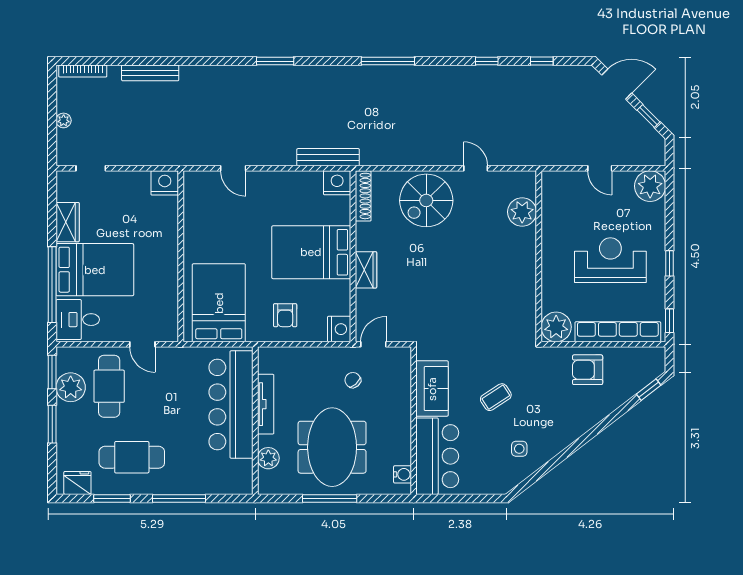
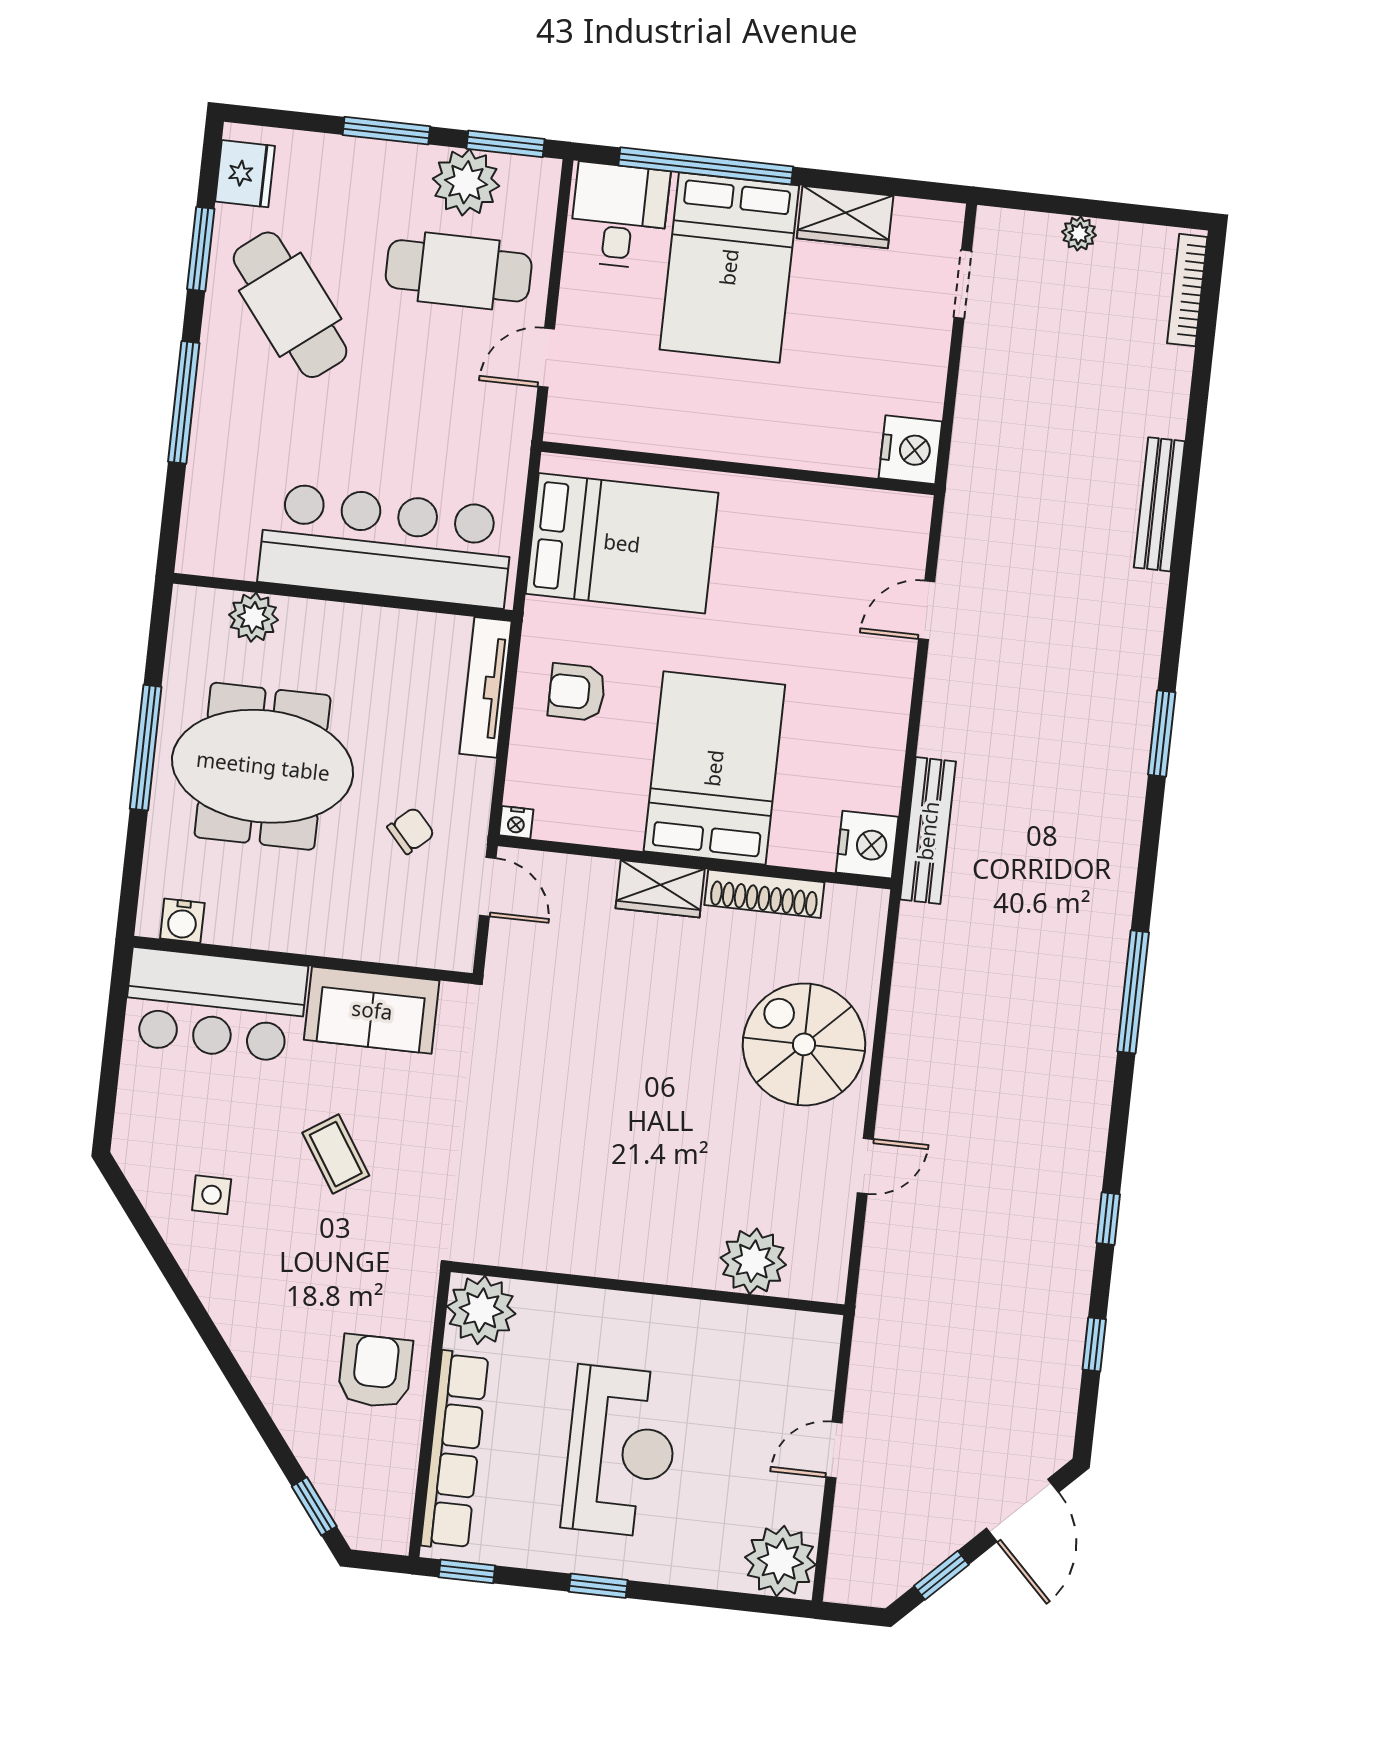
bench: (150, 73) -> (1159, 504), moved
shoe rack: (363, 196) -> (764, 894), moved
nightstand: (339, 329) -> (516, 822), width x0.53, depth x0.56
tv unit: (266, 404) -> (486, 687), moved, turned 90
cafe table: (132, 457) -> (290, 305), turned -38

